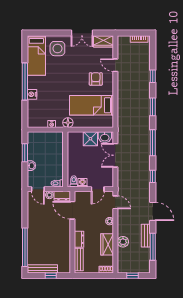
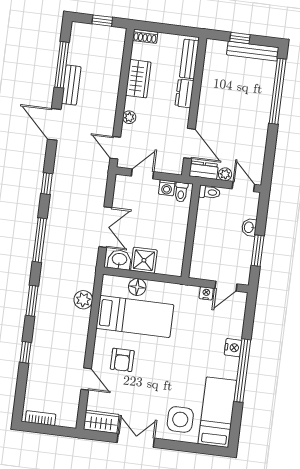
floor lamp: (68, 123) -> (137, 287), moved
door: (41, 130) -> (226, 286), added
plant: (123, 242) -> (83, 300), moved

